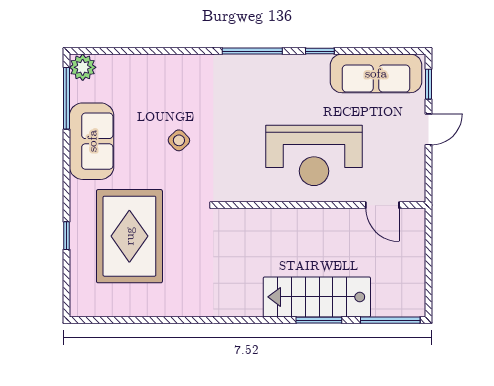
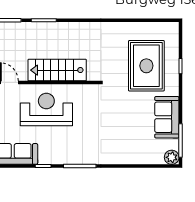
side table: (179, 140) -> (120, 118), removed
stairs: (317, 297) -> (57, 70), moved, turned 180

